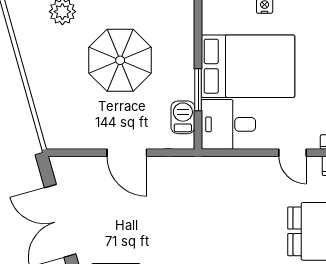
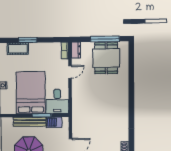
bench: (185, 63) -> (30, 122), added

